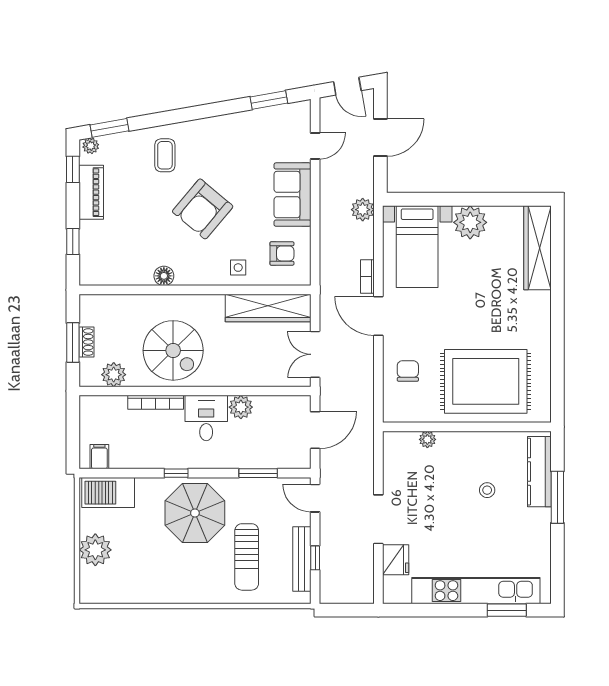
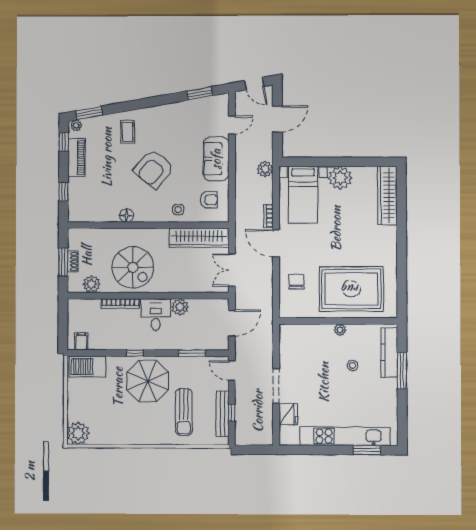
plant: (427, 439) -> (340, 330), moved
plant: (95, 550) -> (78, 433), moved

